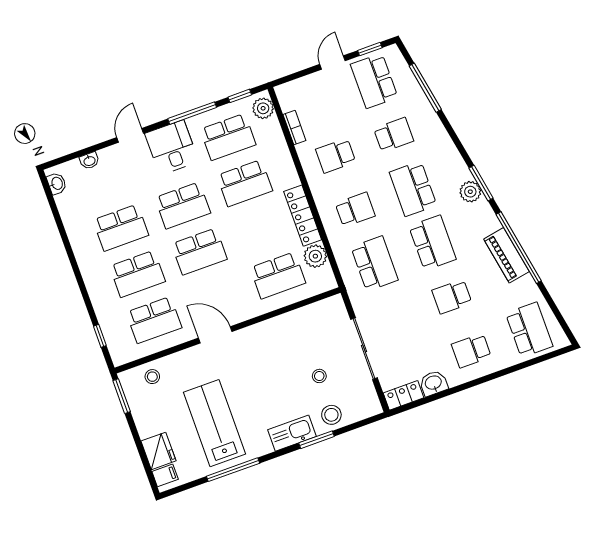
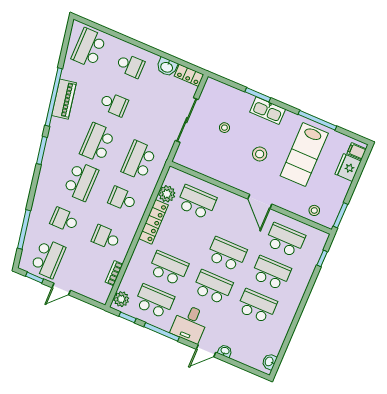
school desk: (336, 156) -> (106, 238), turned 180
washbasin: (89, 161) -> (225, 351), moved
plant: (470, 192) -> (52, 151), removed
stool: (331, 415) -> (260, 154), moved

